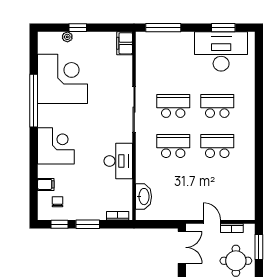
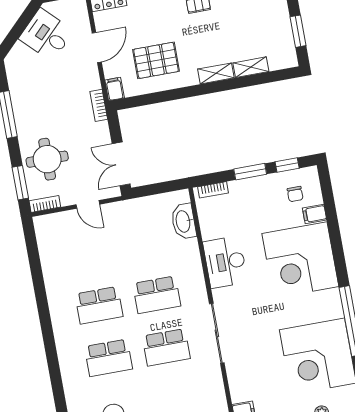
corner desk: (56, 146) -> (300, 260), width x1.36, depth x1.36
bookcase: (232, 228) -> (45, 204), moved

